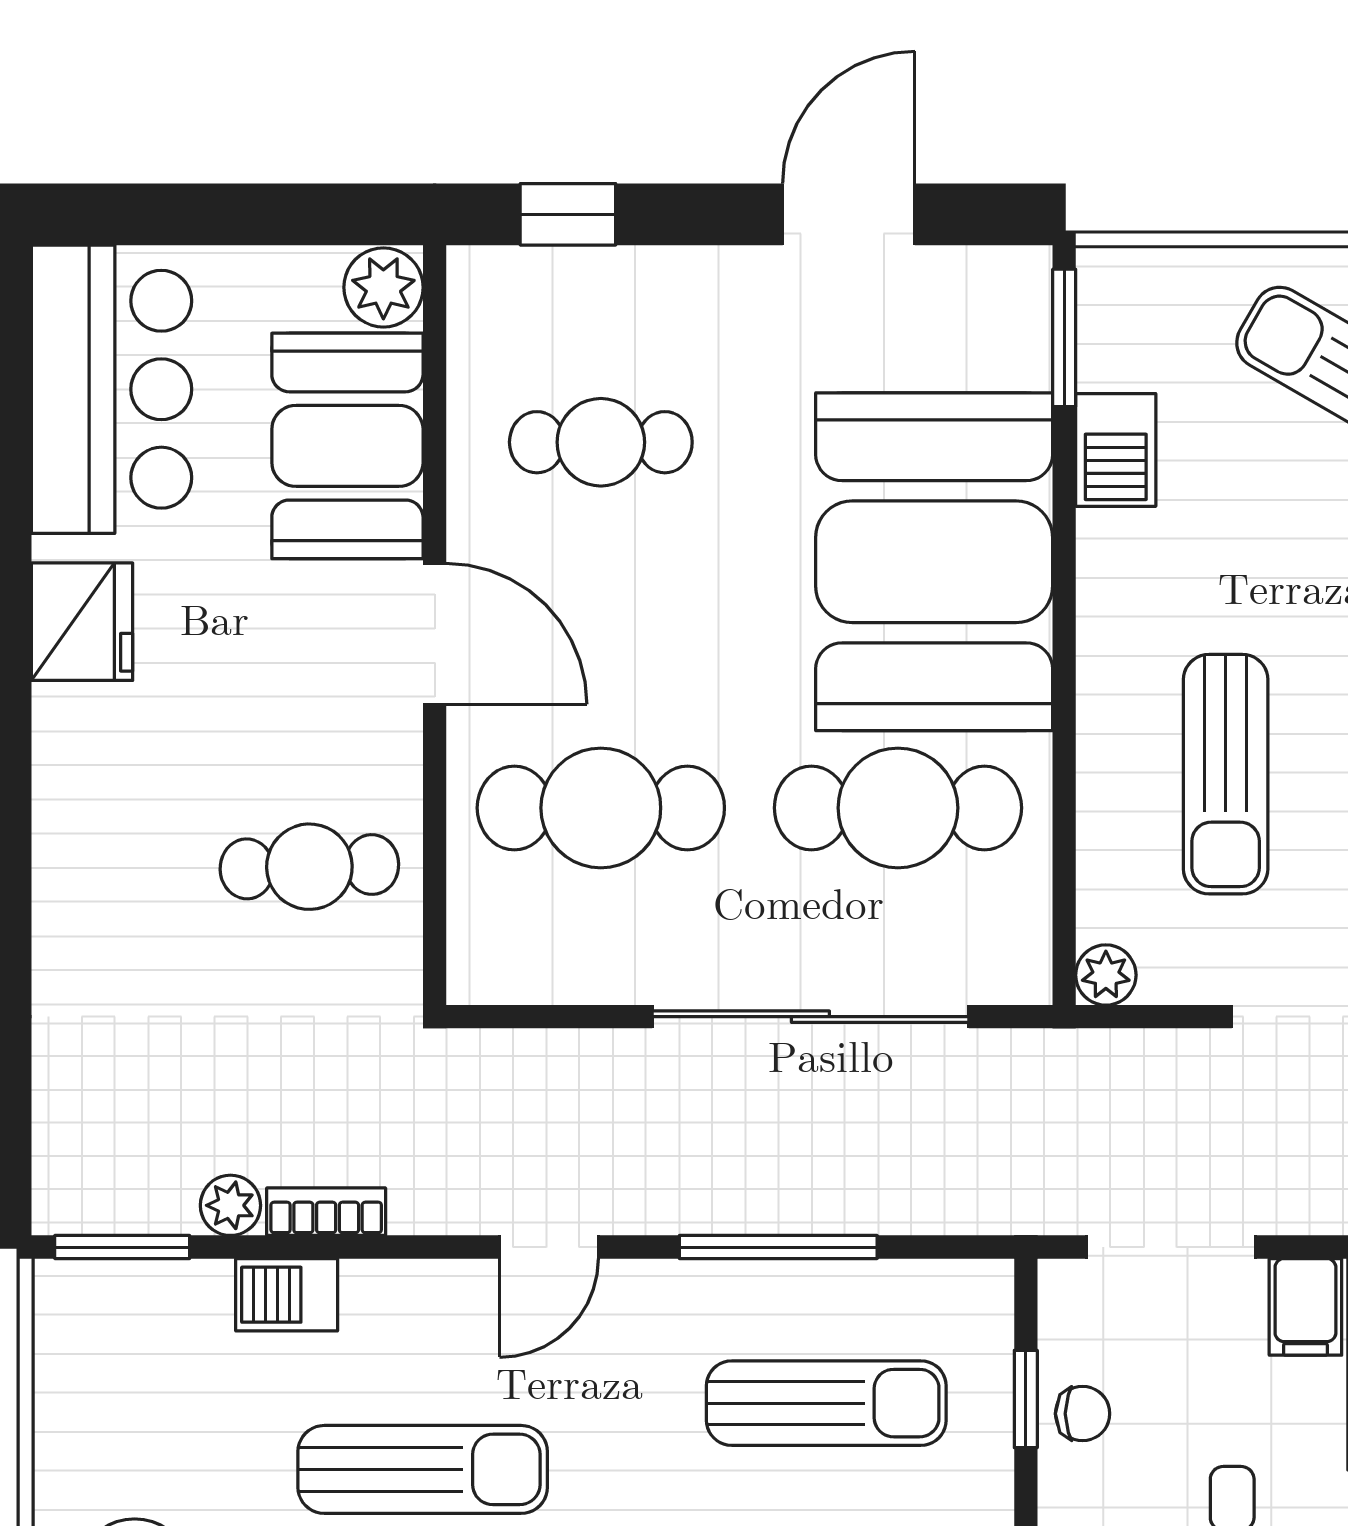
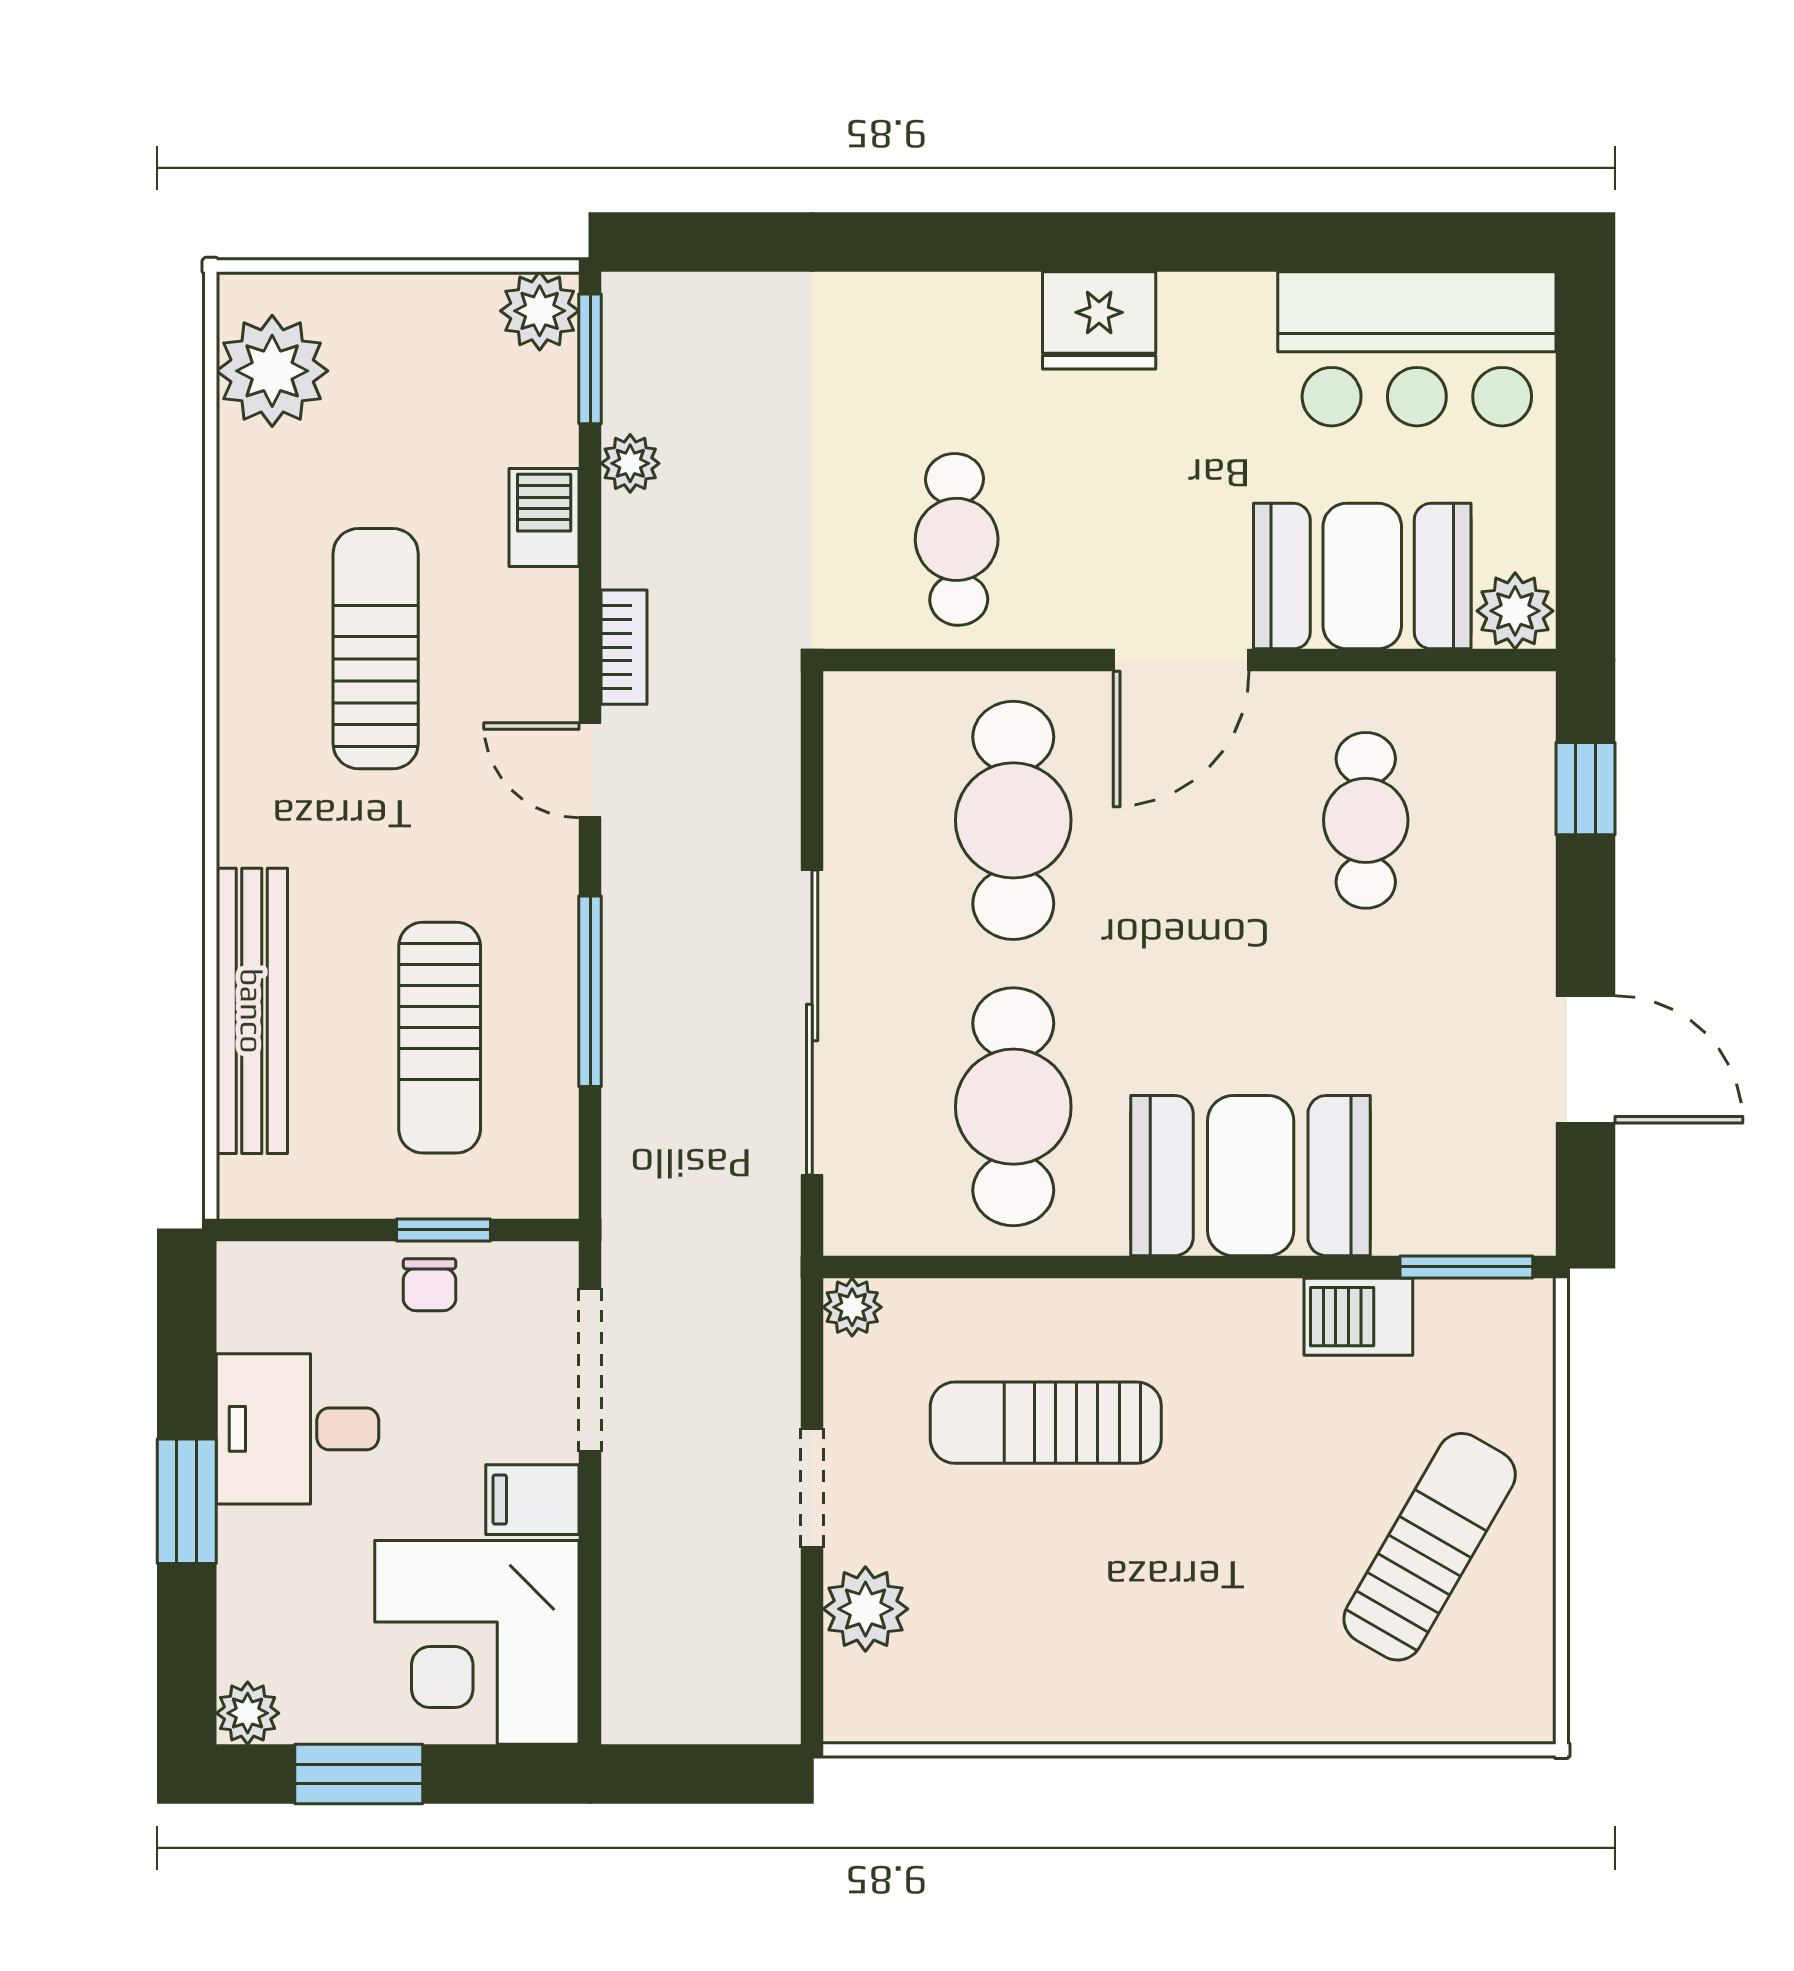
booth: (934, 562) -> (1251, 1176), width x0.73, depth x0.70
fridge: (82, 622) -> (1099, 320), moved
bookcase: (326, 1212) -> (624, 647), moved
plant: (72, 1299) -> (540, 311), added
sun lounger: (423, 1469) -> (376, 649), turned 180

